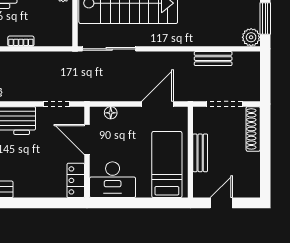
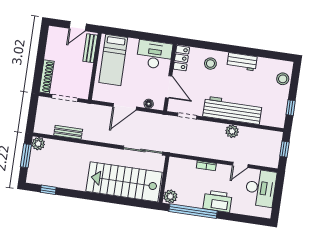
door: (157, 104) -> (125, 107), moved
bench: (200, 153) -> (90, 48), moved
stool: (36, 179) -> (210, 64), added

